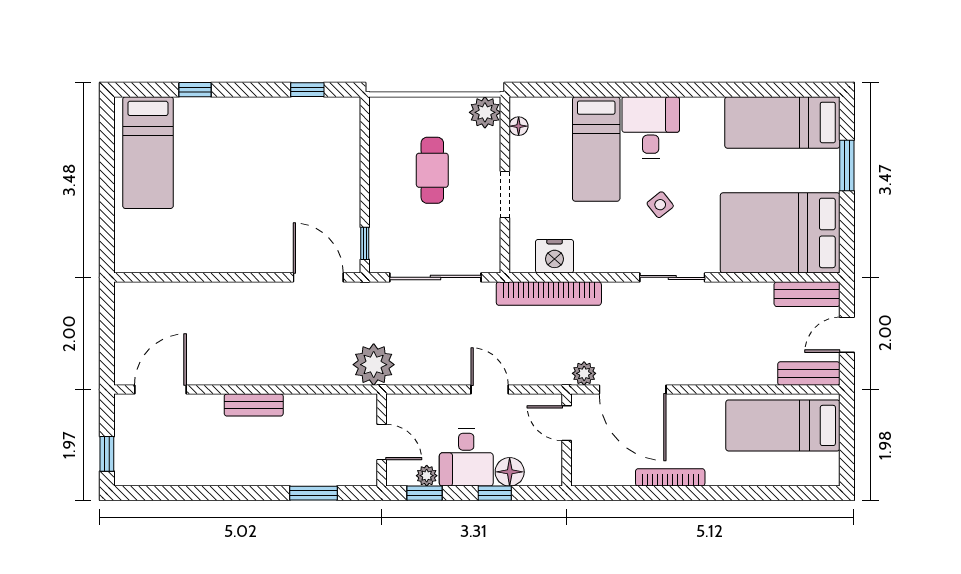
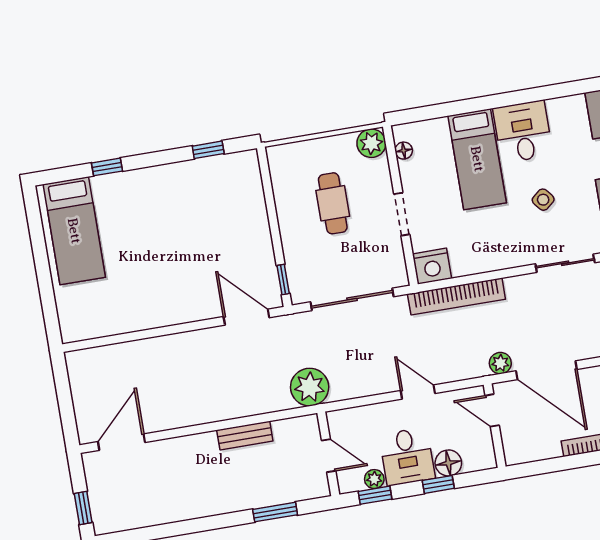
nightstand: (555, 256) -> (432, 266), moved
bench: (254, 405) -> (245, 435), moved

